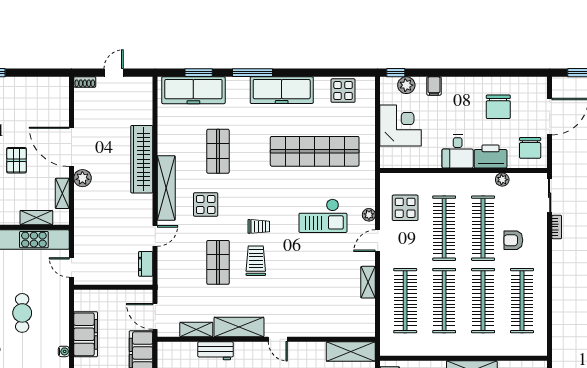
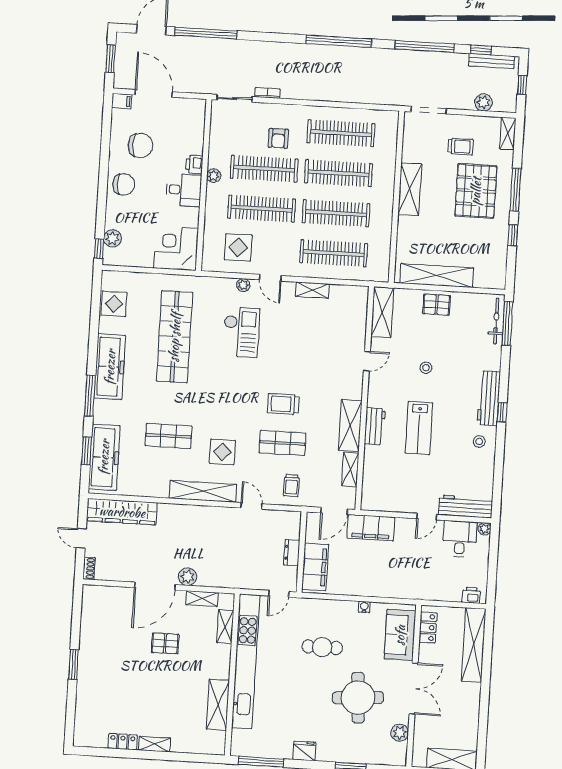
filing cabinet: (434, 86) -> (122, 101), moved
corner desk: (401, 126) -> (176, 248), moved
chair: (530, 148) -> (124, 184), moved
printer: (491, 156) -> (194, 164), width x0.53, depth x0.68
wardrobe: (142, 159) -> (122, 512), moved
plant: (502, 180) -> (214, 176), moved
trolley: (259, 226) -> (291, 485), moved, turned 180
dresser: (146, 264) -> (292, 553), moved, turned 90
filing cabinet: (86, 334) -> (315, 567), moved, turned 90
door: (278, 339) -> (367, 361), moved
workbench: (216, 351) -> (375, 426), moved

